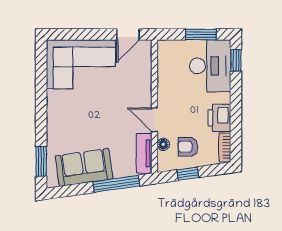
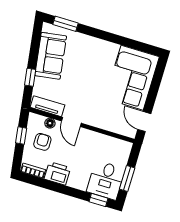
desk: (210, 66) -> (106, 180), width x0.73
door: (154, 120) -> (71, 122), swing flipped
window: (116, 184) -> (30, 77), width x0.46

